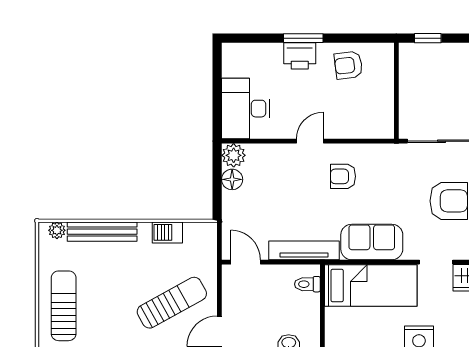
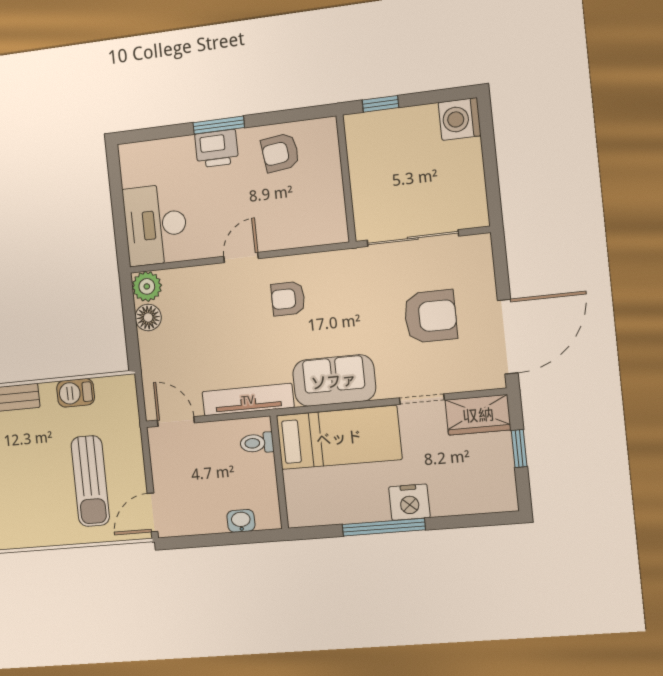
sun lounger: (172, 303) -> (90, 481), turned 119

